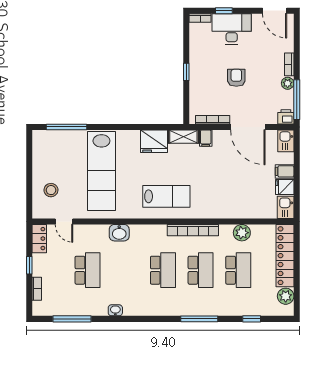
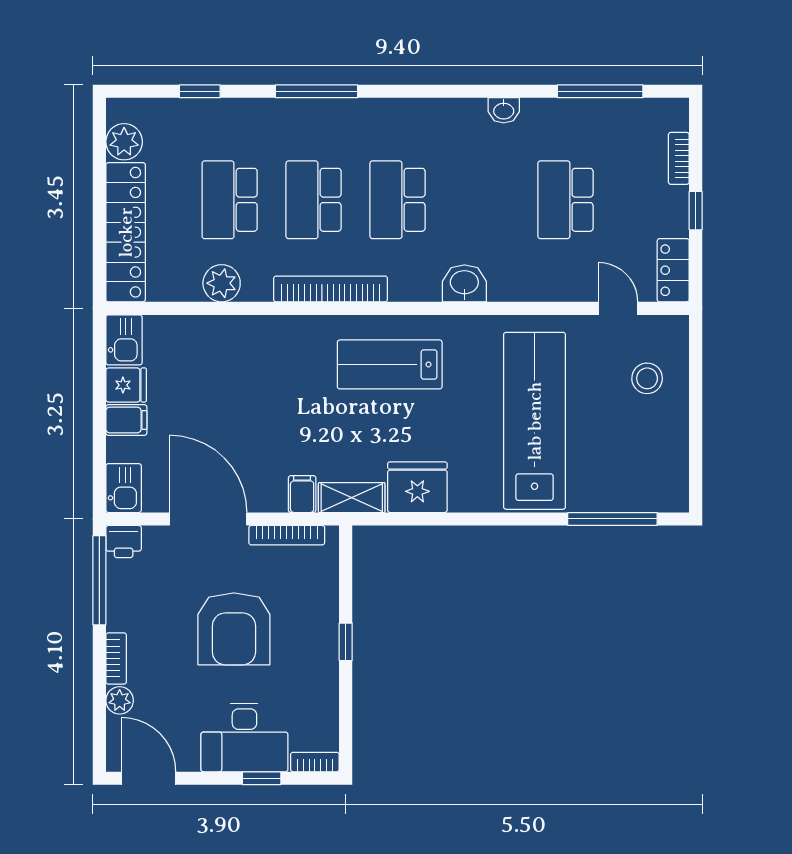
armchair: (236, 78) -> (234, 629), width x1.88, depth x1.88
plant: (288, 83) -> (120, 700), moved
washbasin: (119, 233) -> (464, 283), moved

